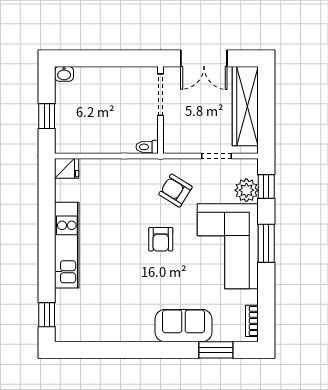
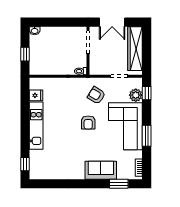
fridge: (67, 168) -> (36, 95), moved
window: (266, 243) -> (147, 136), moved

